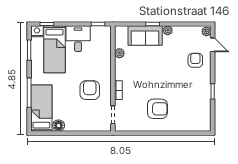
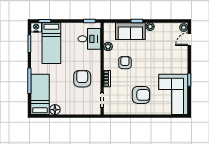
desk: (78, 39) -> (89, 39), moved, turned 90
door: (213, 45) -> (189, 39), swing flipped
armchair: (195, 60) -> (125, 63), moved
corner sofa: (194, 108) -> (173, 94), added

